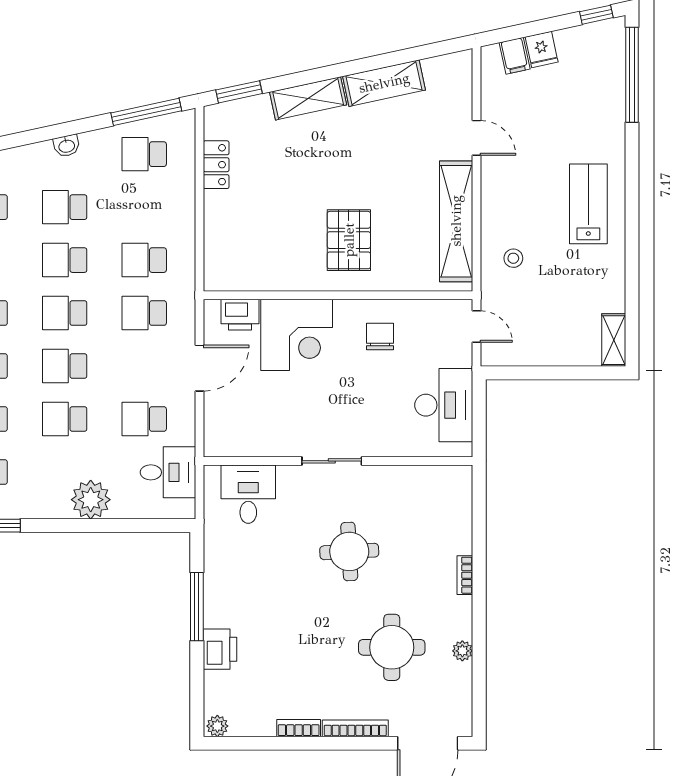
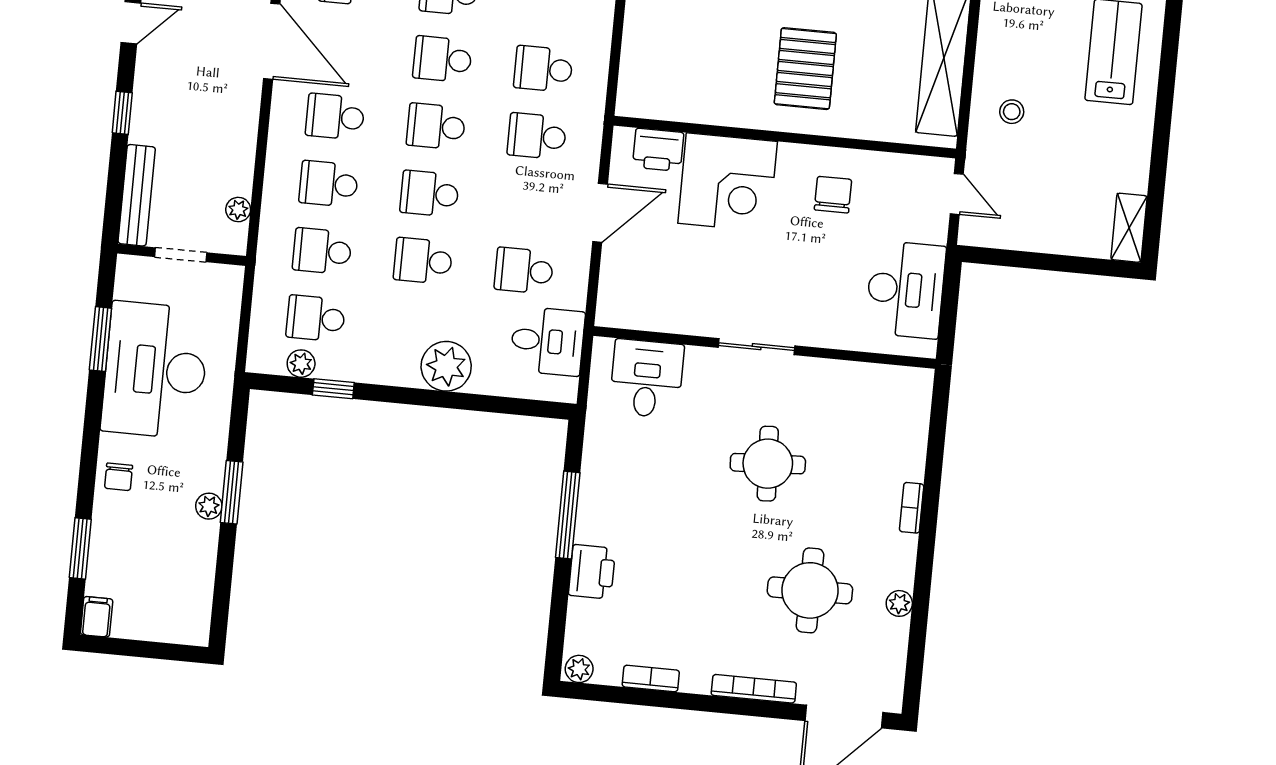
bookcase: (299, 728) -> (651, 678), moved

